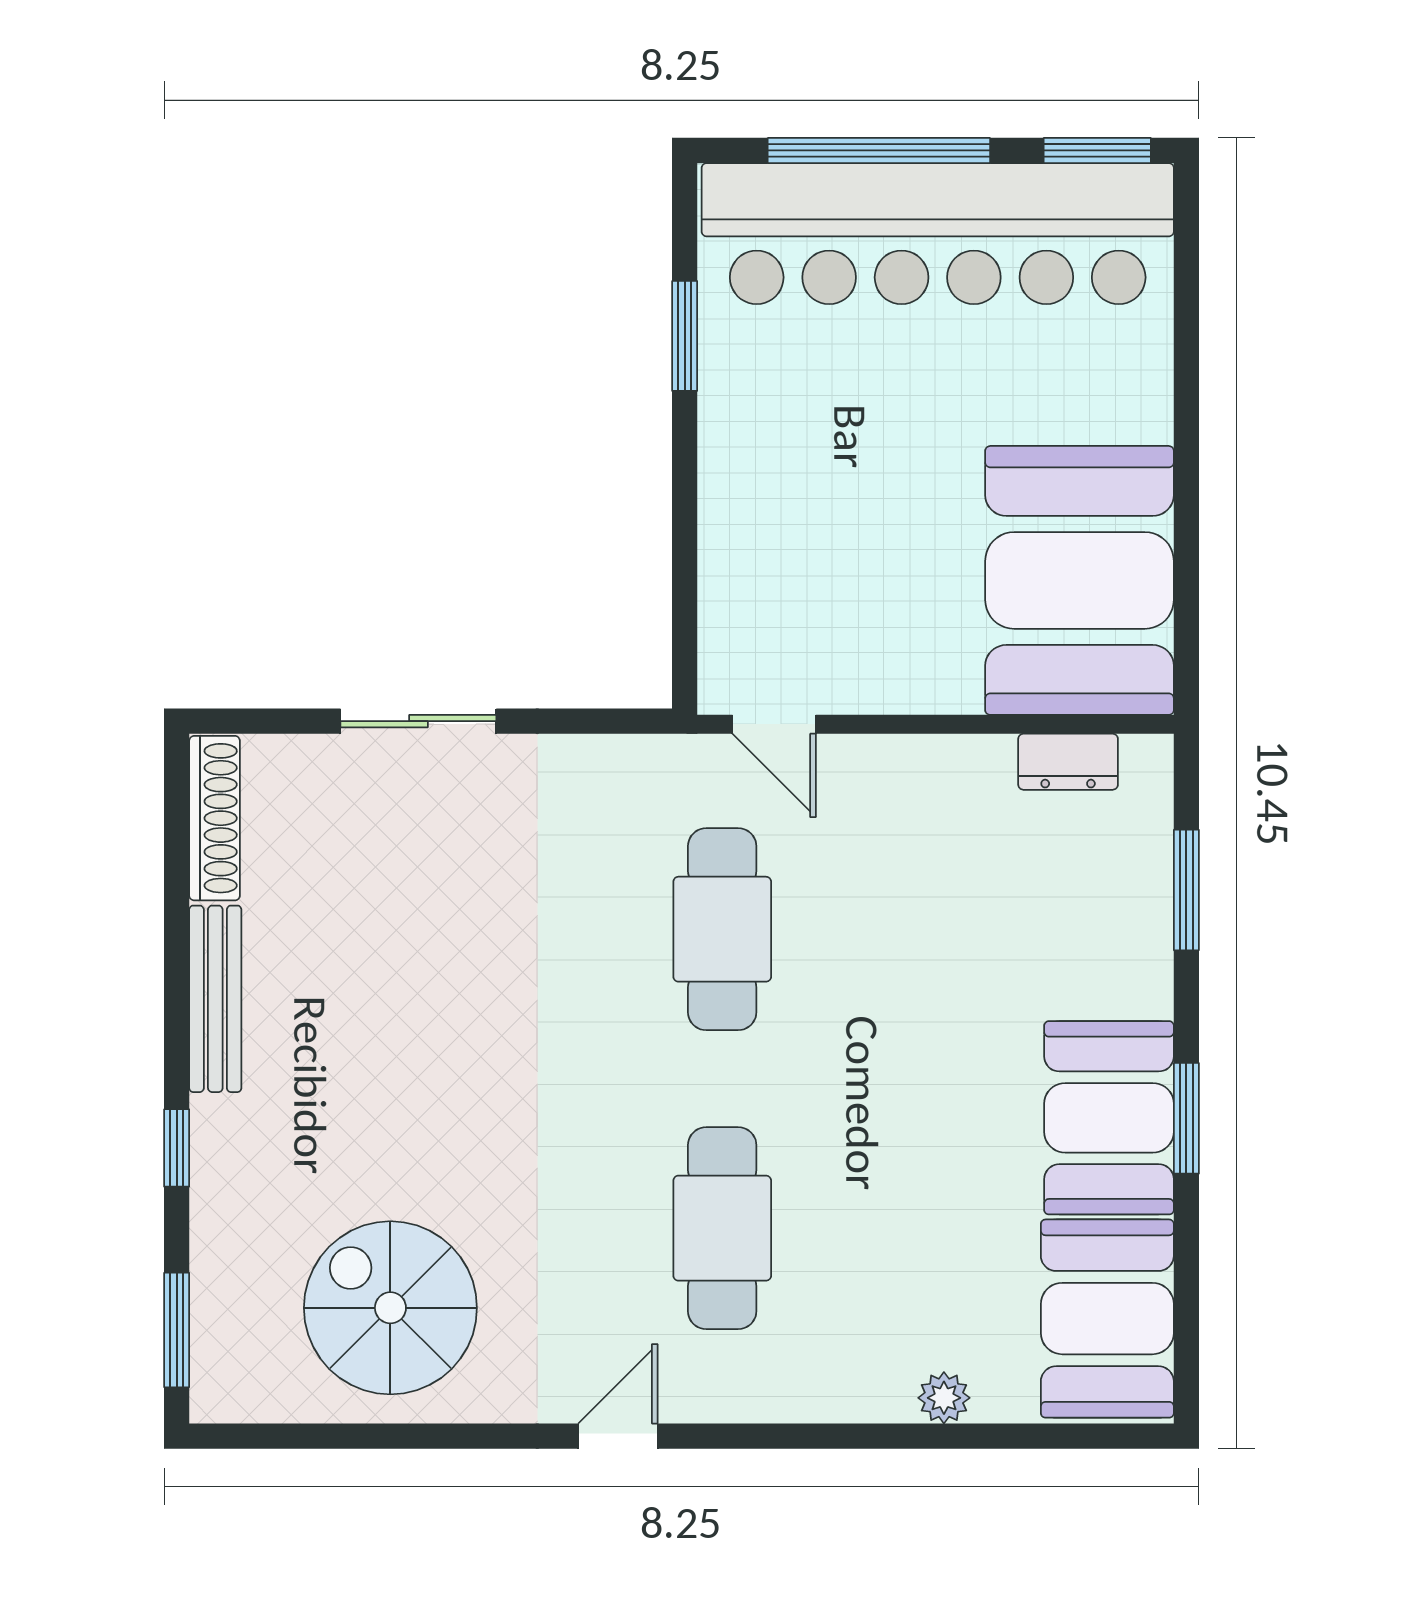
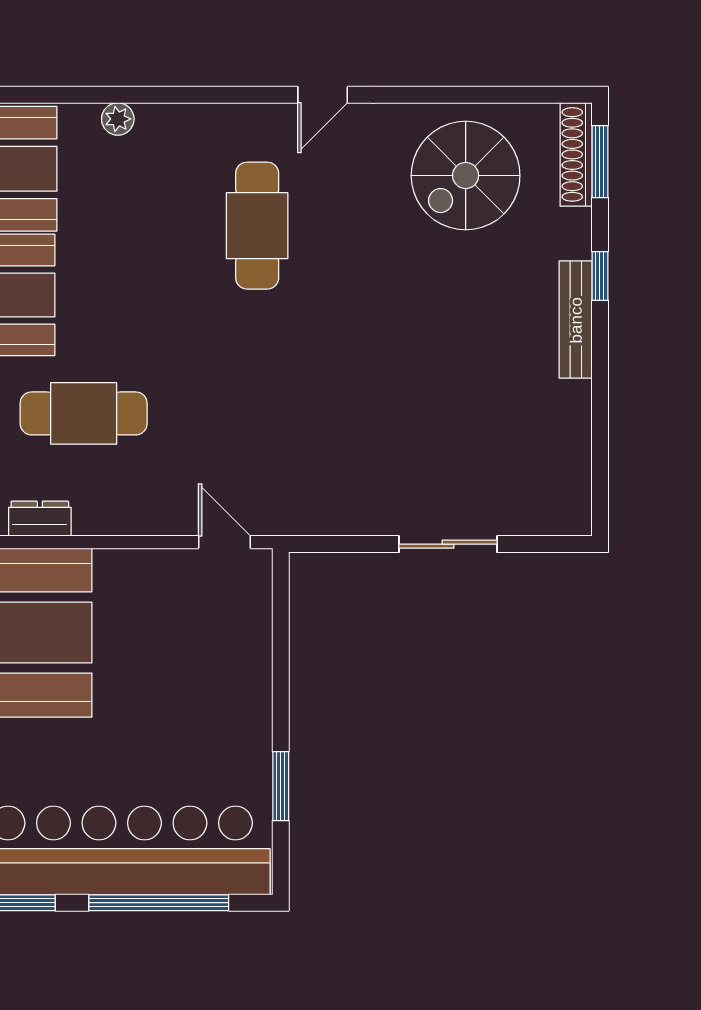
shoe rack: (215, 818) -> (576, 154), moved
cafe table: (722, 929) -> (84, 413), moved, turned 90
bench: (215, 999) -> (576, 320), moved
spiral stairs: (390, 1308) -> (466, 176), turned 90

